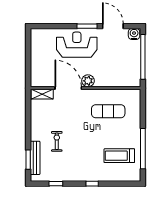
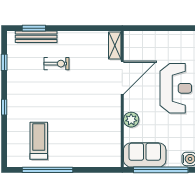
sofa: (131, 70) -> (145, 155), added
plant: (88, 81) -> (131, 120), moved
exercise mat: (108, 111) -> (94, 127), removed

